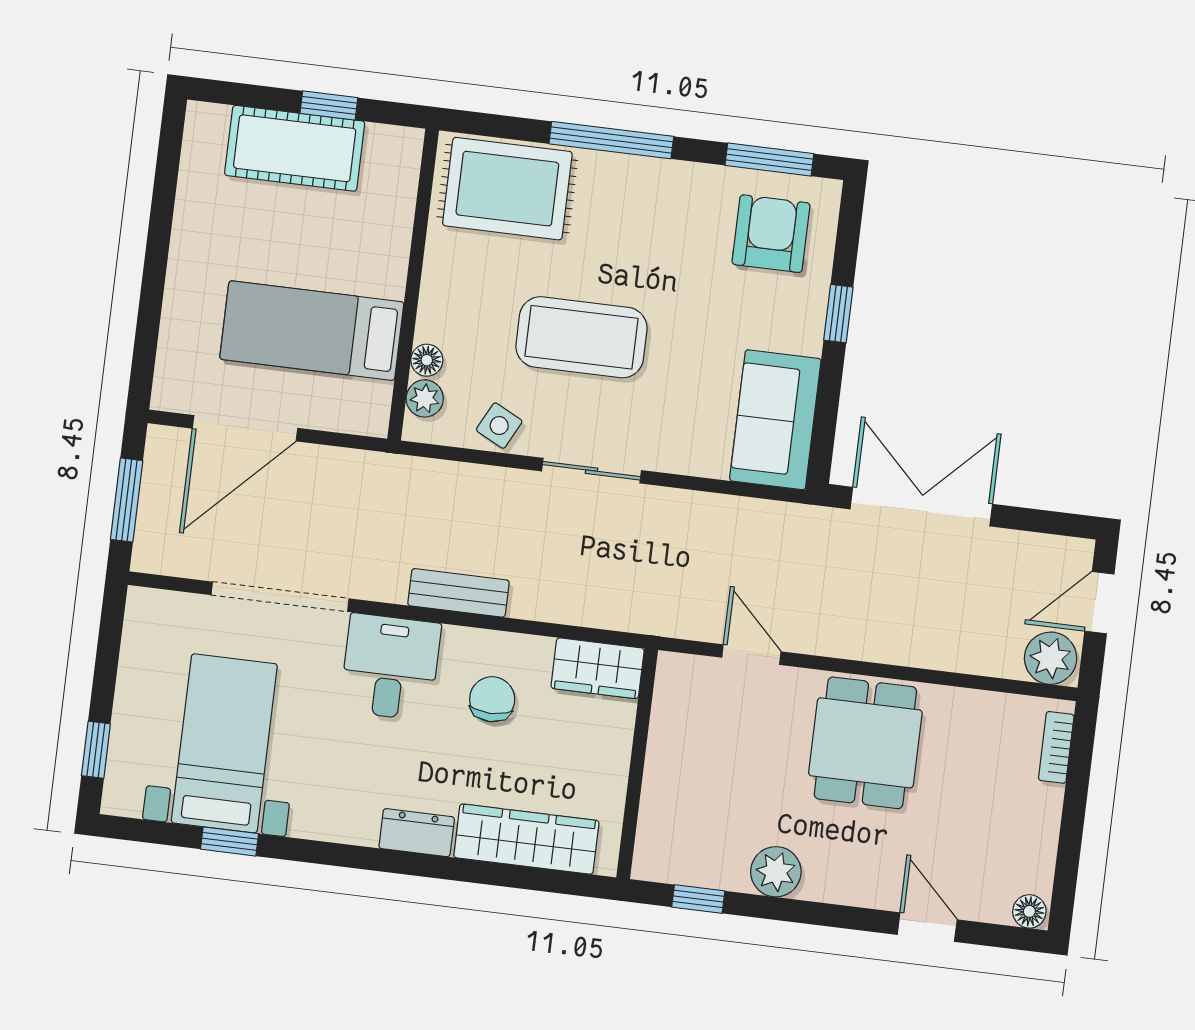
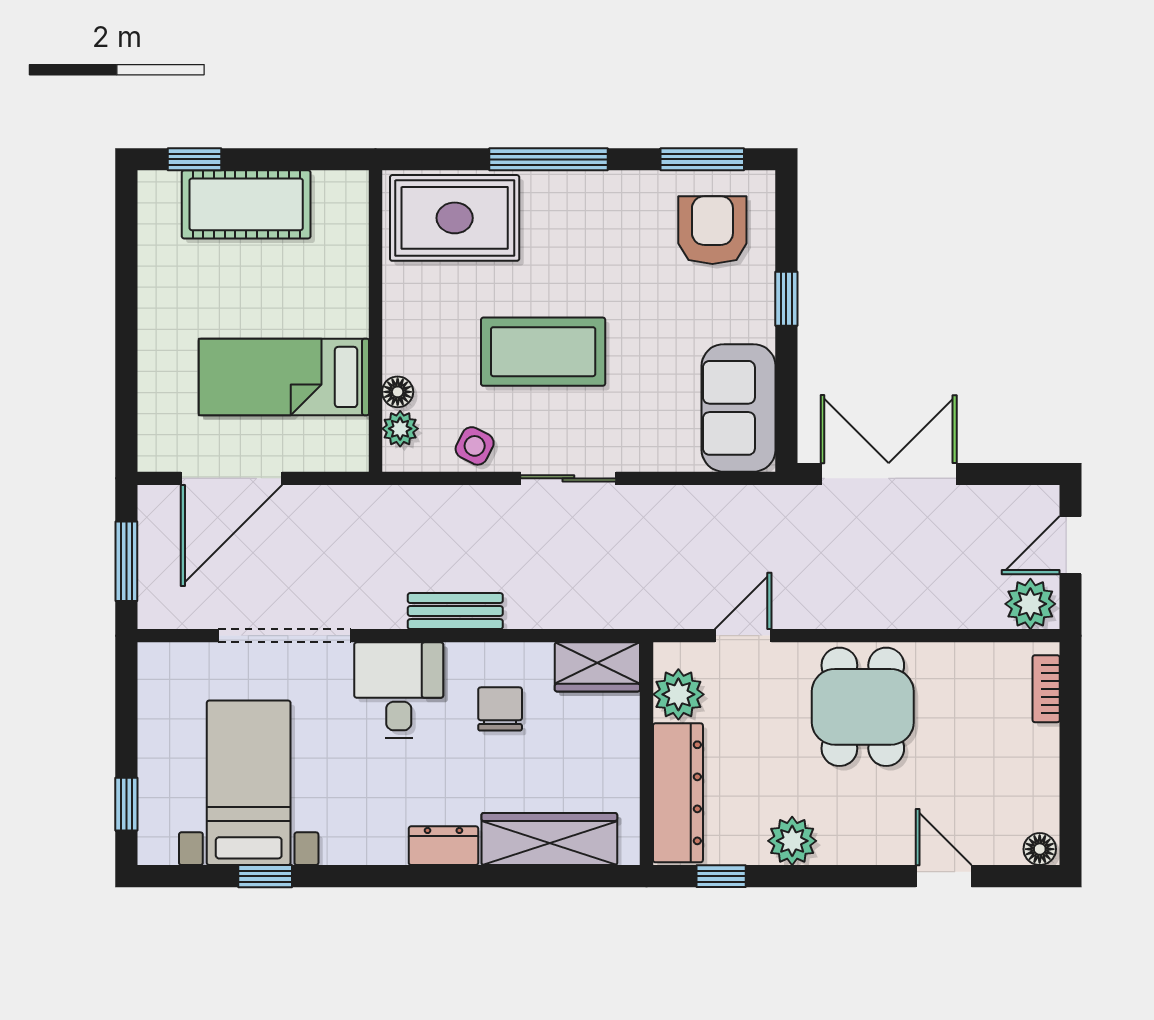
window: (329, 105) -> (194, 159), moved
door: (751, 655) -> (743, 636), hinge flipped
plant: (677, 707) -> (678, 694), added
dresser: (664, 808) -> (678, 793), added

